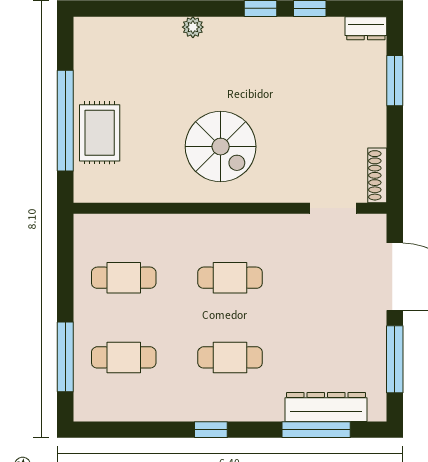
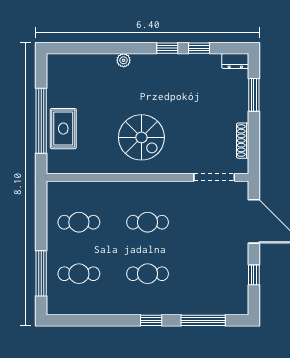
shoe rack: (377, 175) -> (243, 141), moved
doorway: (333, 208) -> (214, 177), width x1.38
window: (395, 359) -> (254, 275), width x0.46
dresser: (326, 407) -> (210, 306), removed
window: (211, 430) -> (151, 320), moved

